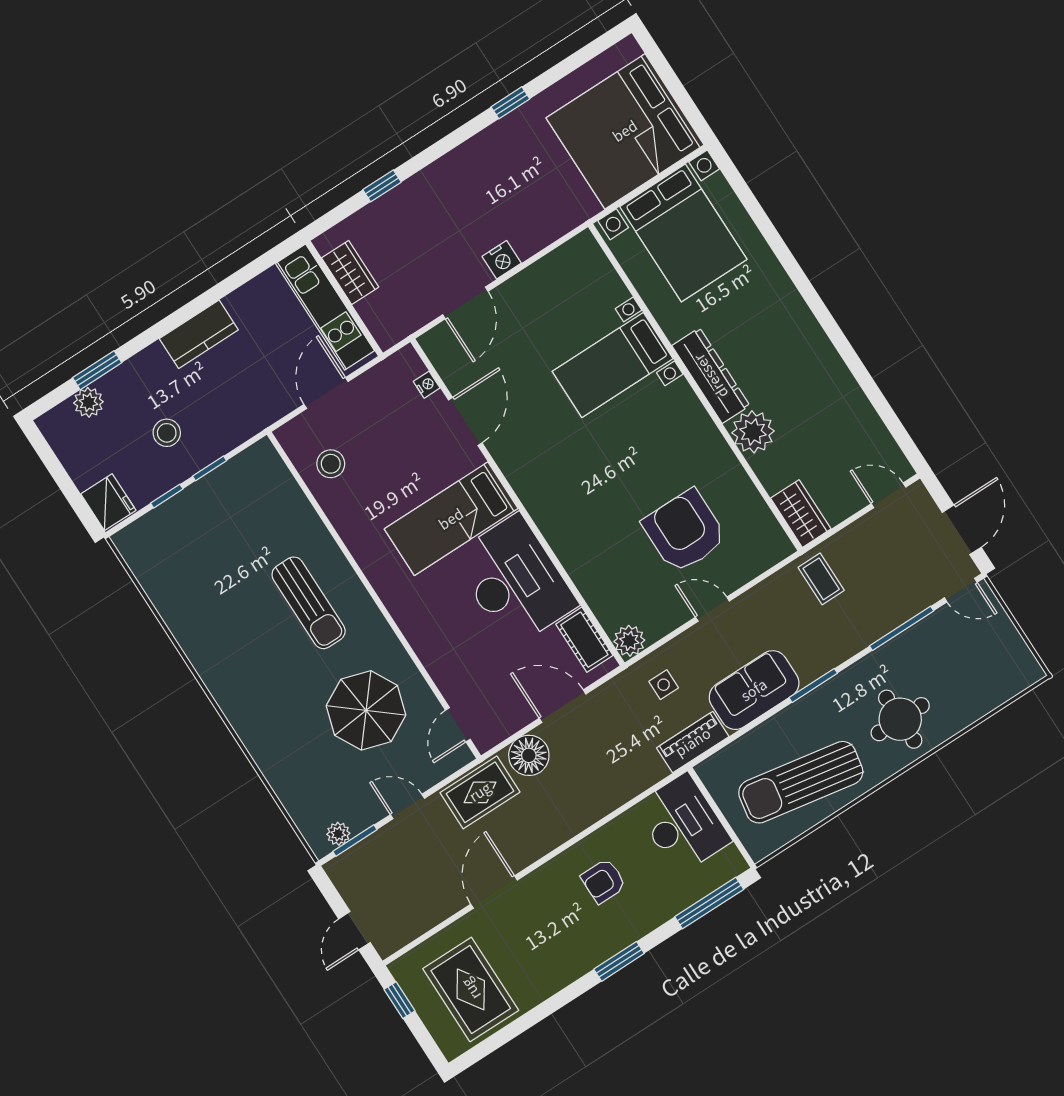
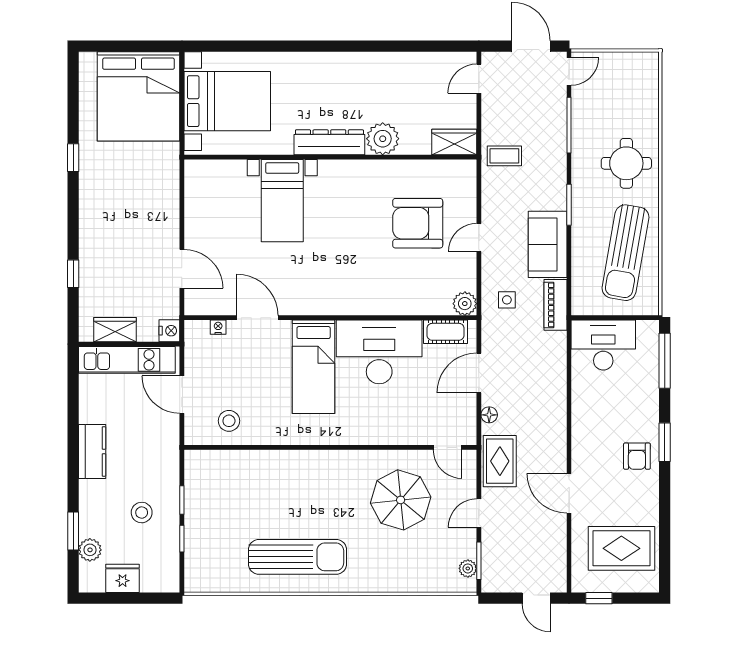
nightstand: (502, 260) -> (169, 331), moved
fridge: (108, 502) -> (123, 578), moved
sun lounger: (309, 603) -> (298, 557), moved, width x1.36, depth x1.34
floor lamp: (529, 755) -> (489, 415), width x0.53, depth x0.53
armchair: (603, 881) -> (637, 456), moved

